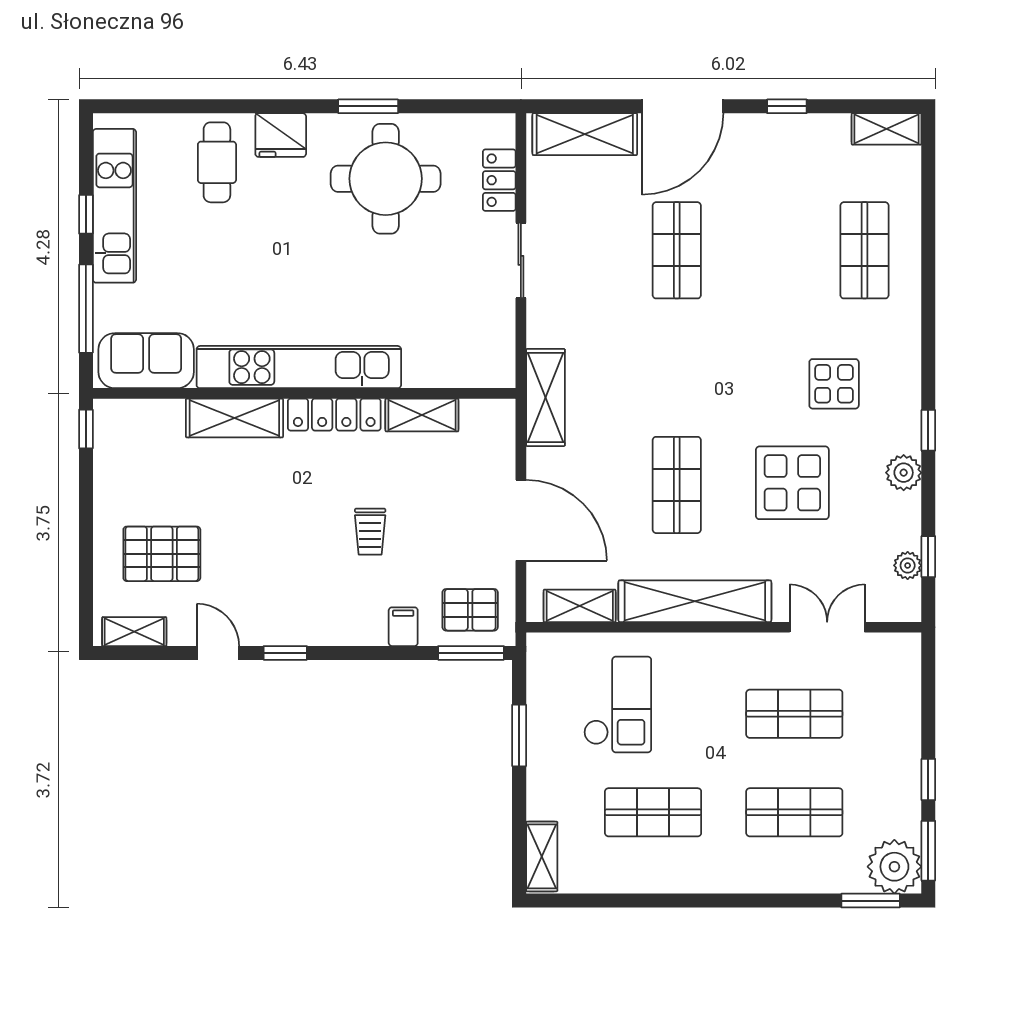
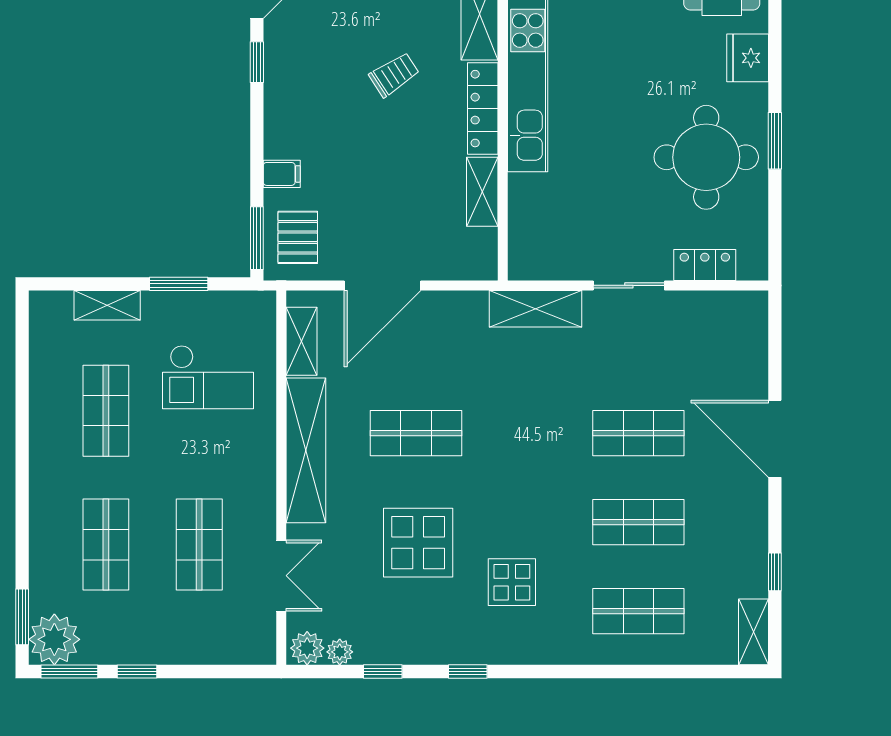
window: (787, 106) -> (775, 572), moved
shelving: (585, 134) -> (748, 346), removed
shop shelf: (771, 250) -> (638, 522), added
shelving: (545, 397) -> (536, 309), moved
plant: (904, 473) -> (307, 648), moved
trolley: (370, 532) -> (394, 75), moved, turned 147
window: (928, 557) -> (383, 672), moved
shelving: (542, 856) -> (107, 305), moved

